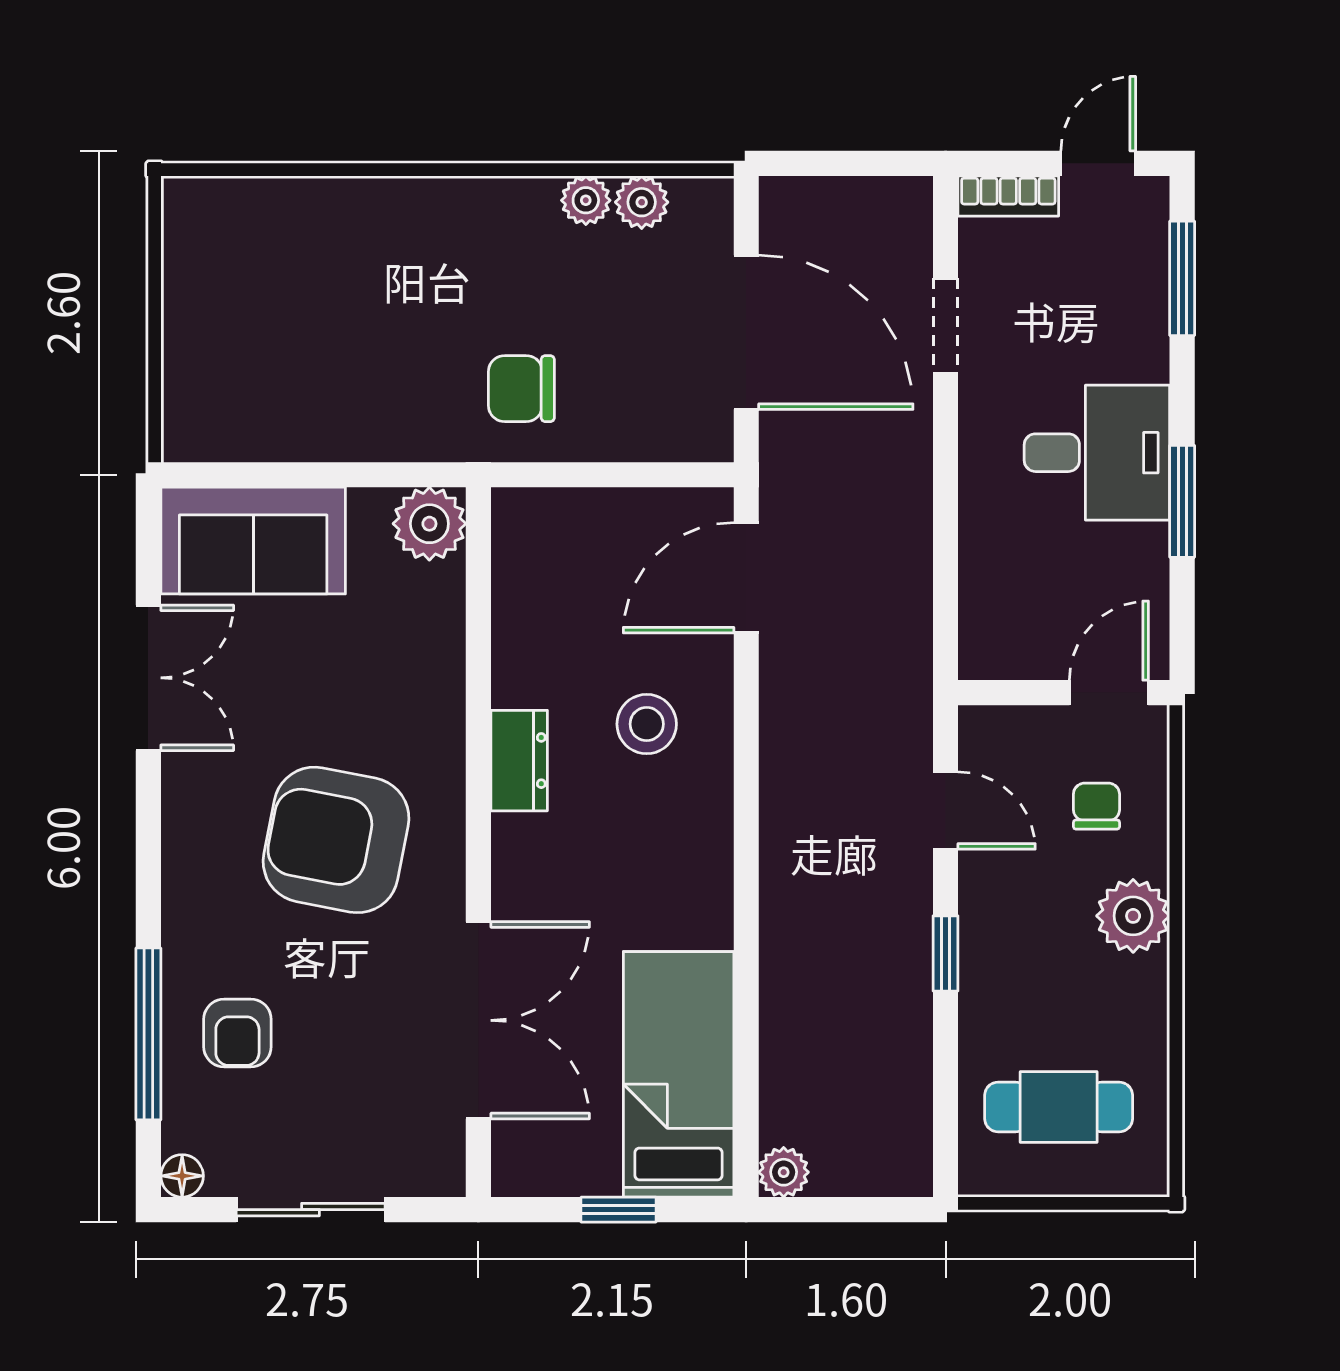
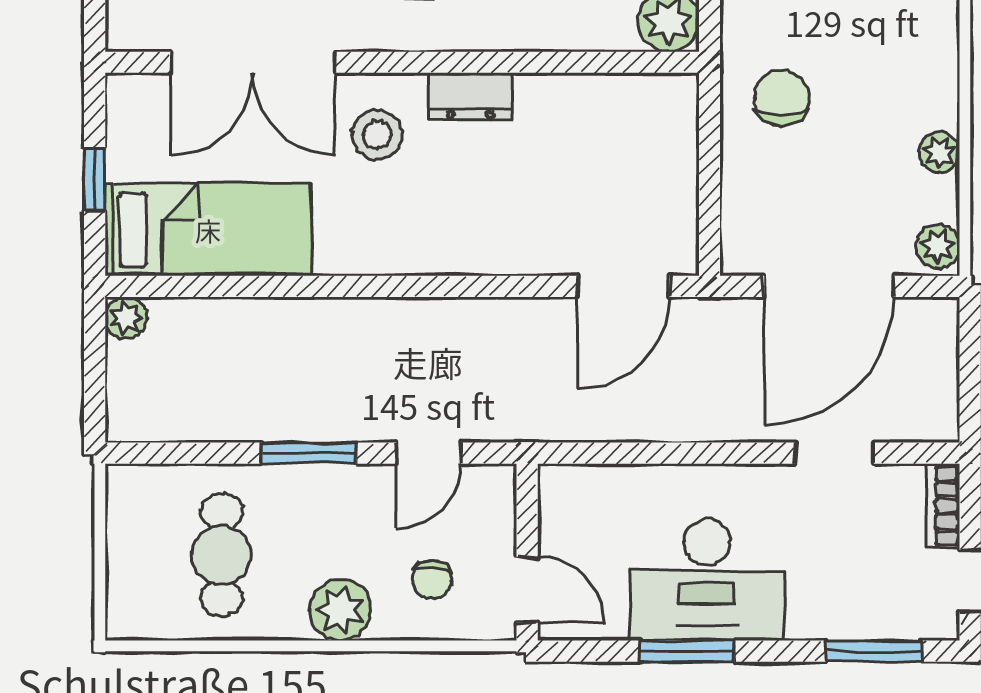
plant: (642, 202) -> (938, 246), moved
desk: (1097, 453) -> (707, 580), width x1.37
door: (746, 578) -> (623, 286), swing flipped
stool: (647, 724) -> (377, 135), moved
chair: (1096, 806) -> (432, 579), turned 95
window: (946, 953) -> (309, 453), width x1.50
cafe table: (1059, 1107) -> (222, 555), moved

